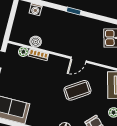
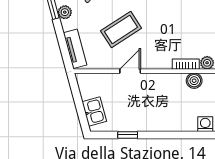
window: (74, 11) -> (128, 135), moved

